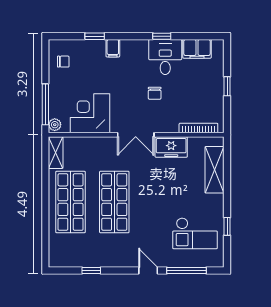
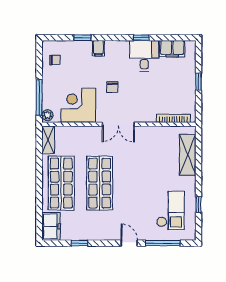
chair: (155, 93) -> (112, 87), moved
freezer: (171, 147) -> (51, 226), moved, turned -90
checkout: (195, 233) -> (170, 211), turned -90

